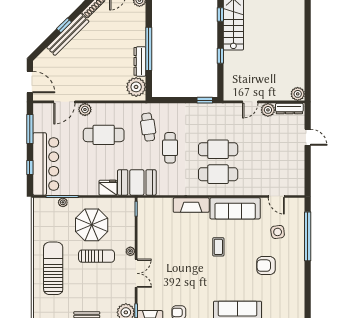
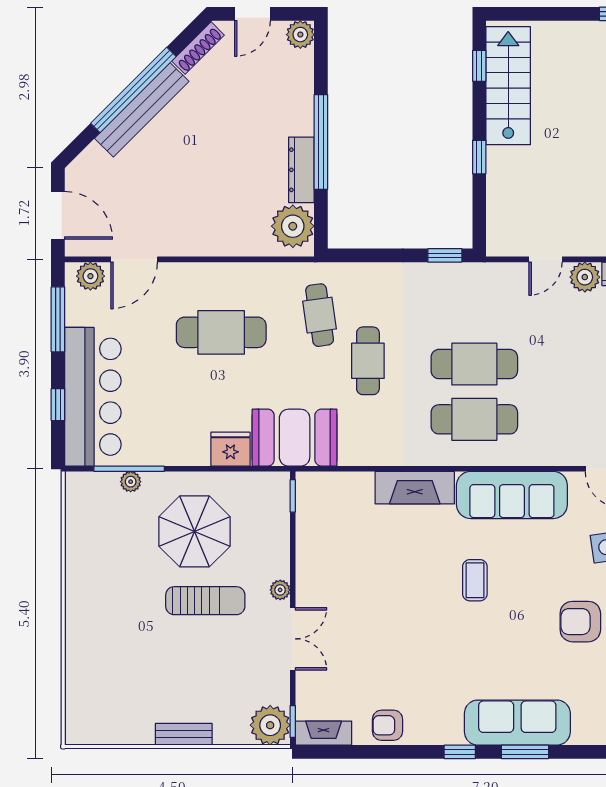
window: (64, 25) -> (133, 90), width x3.17
plant: (85, 110) -> (90, 276), moved
sun lounger: (53, 268) -> (109, 628), removed

